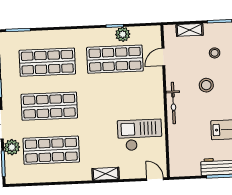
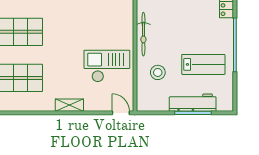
stool: (206, 85) -> (158, 72), moved

